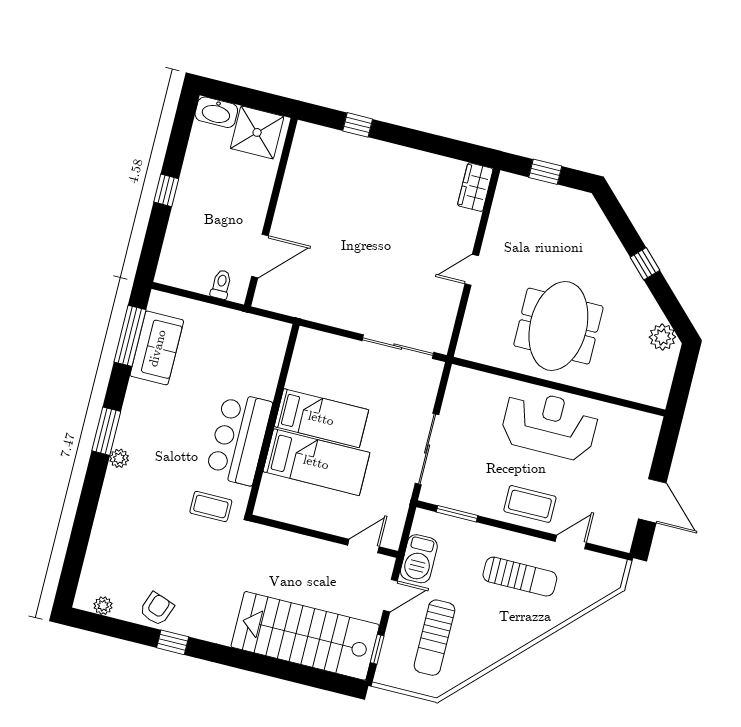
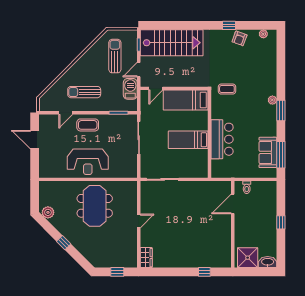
bar counter: (239, 439) -> (222, 139), moved
bed: (316, 462) -> (186, 100), moved

